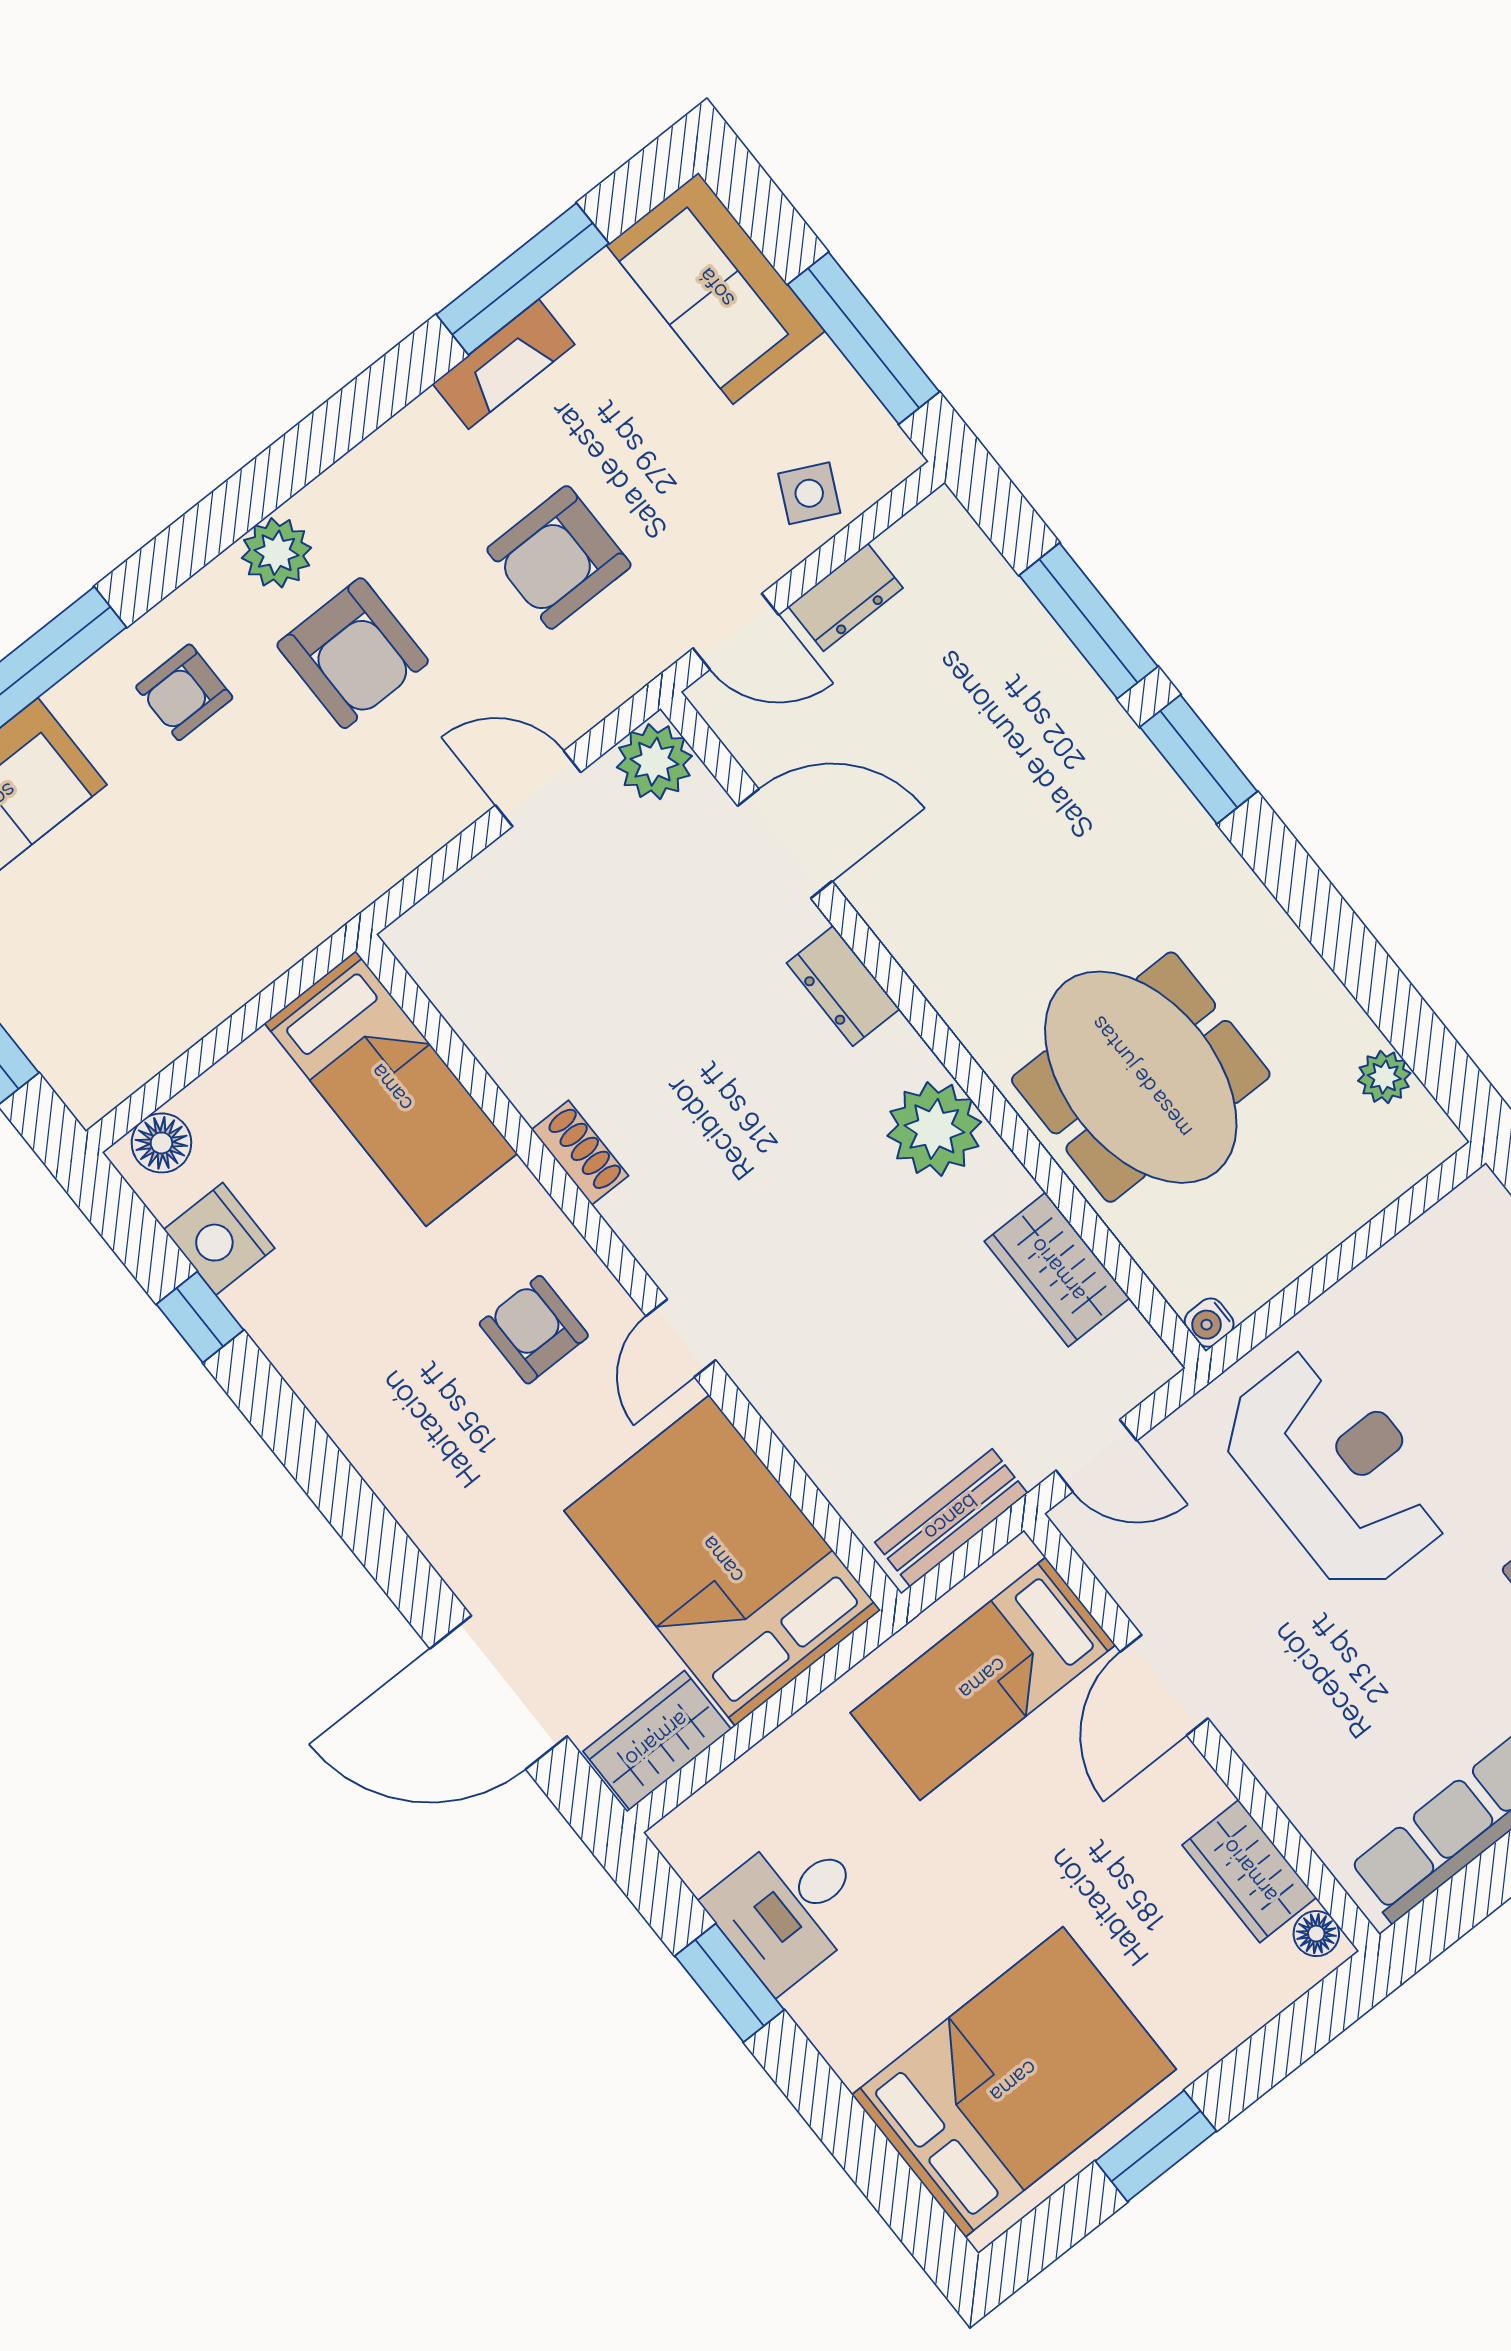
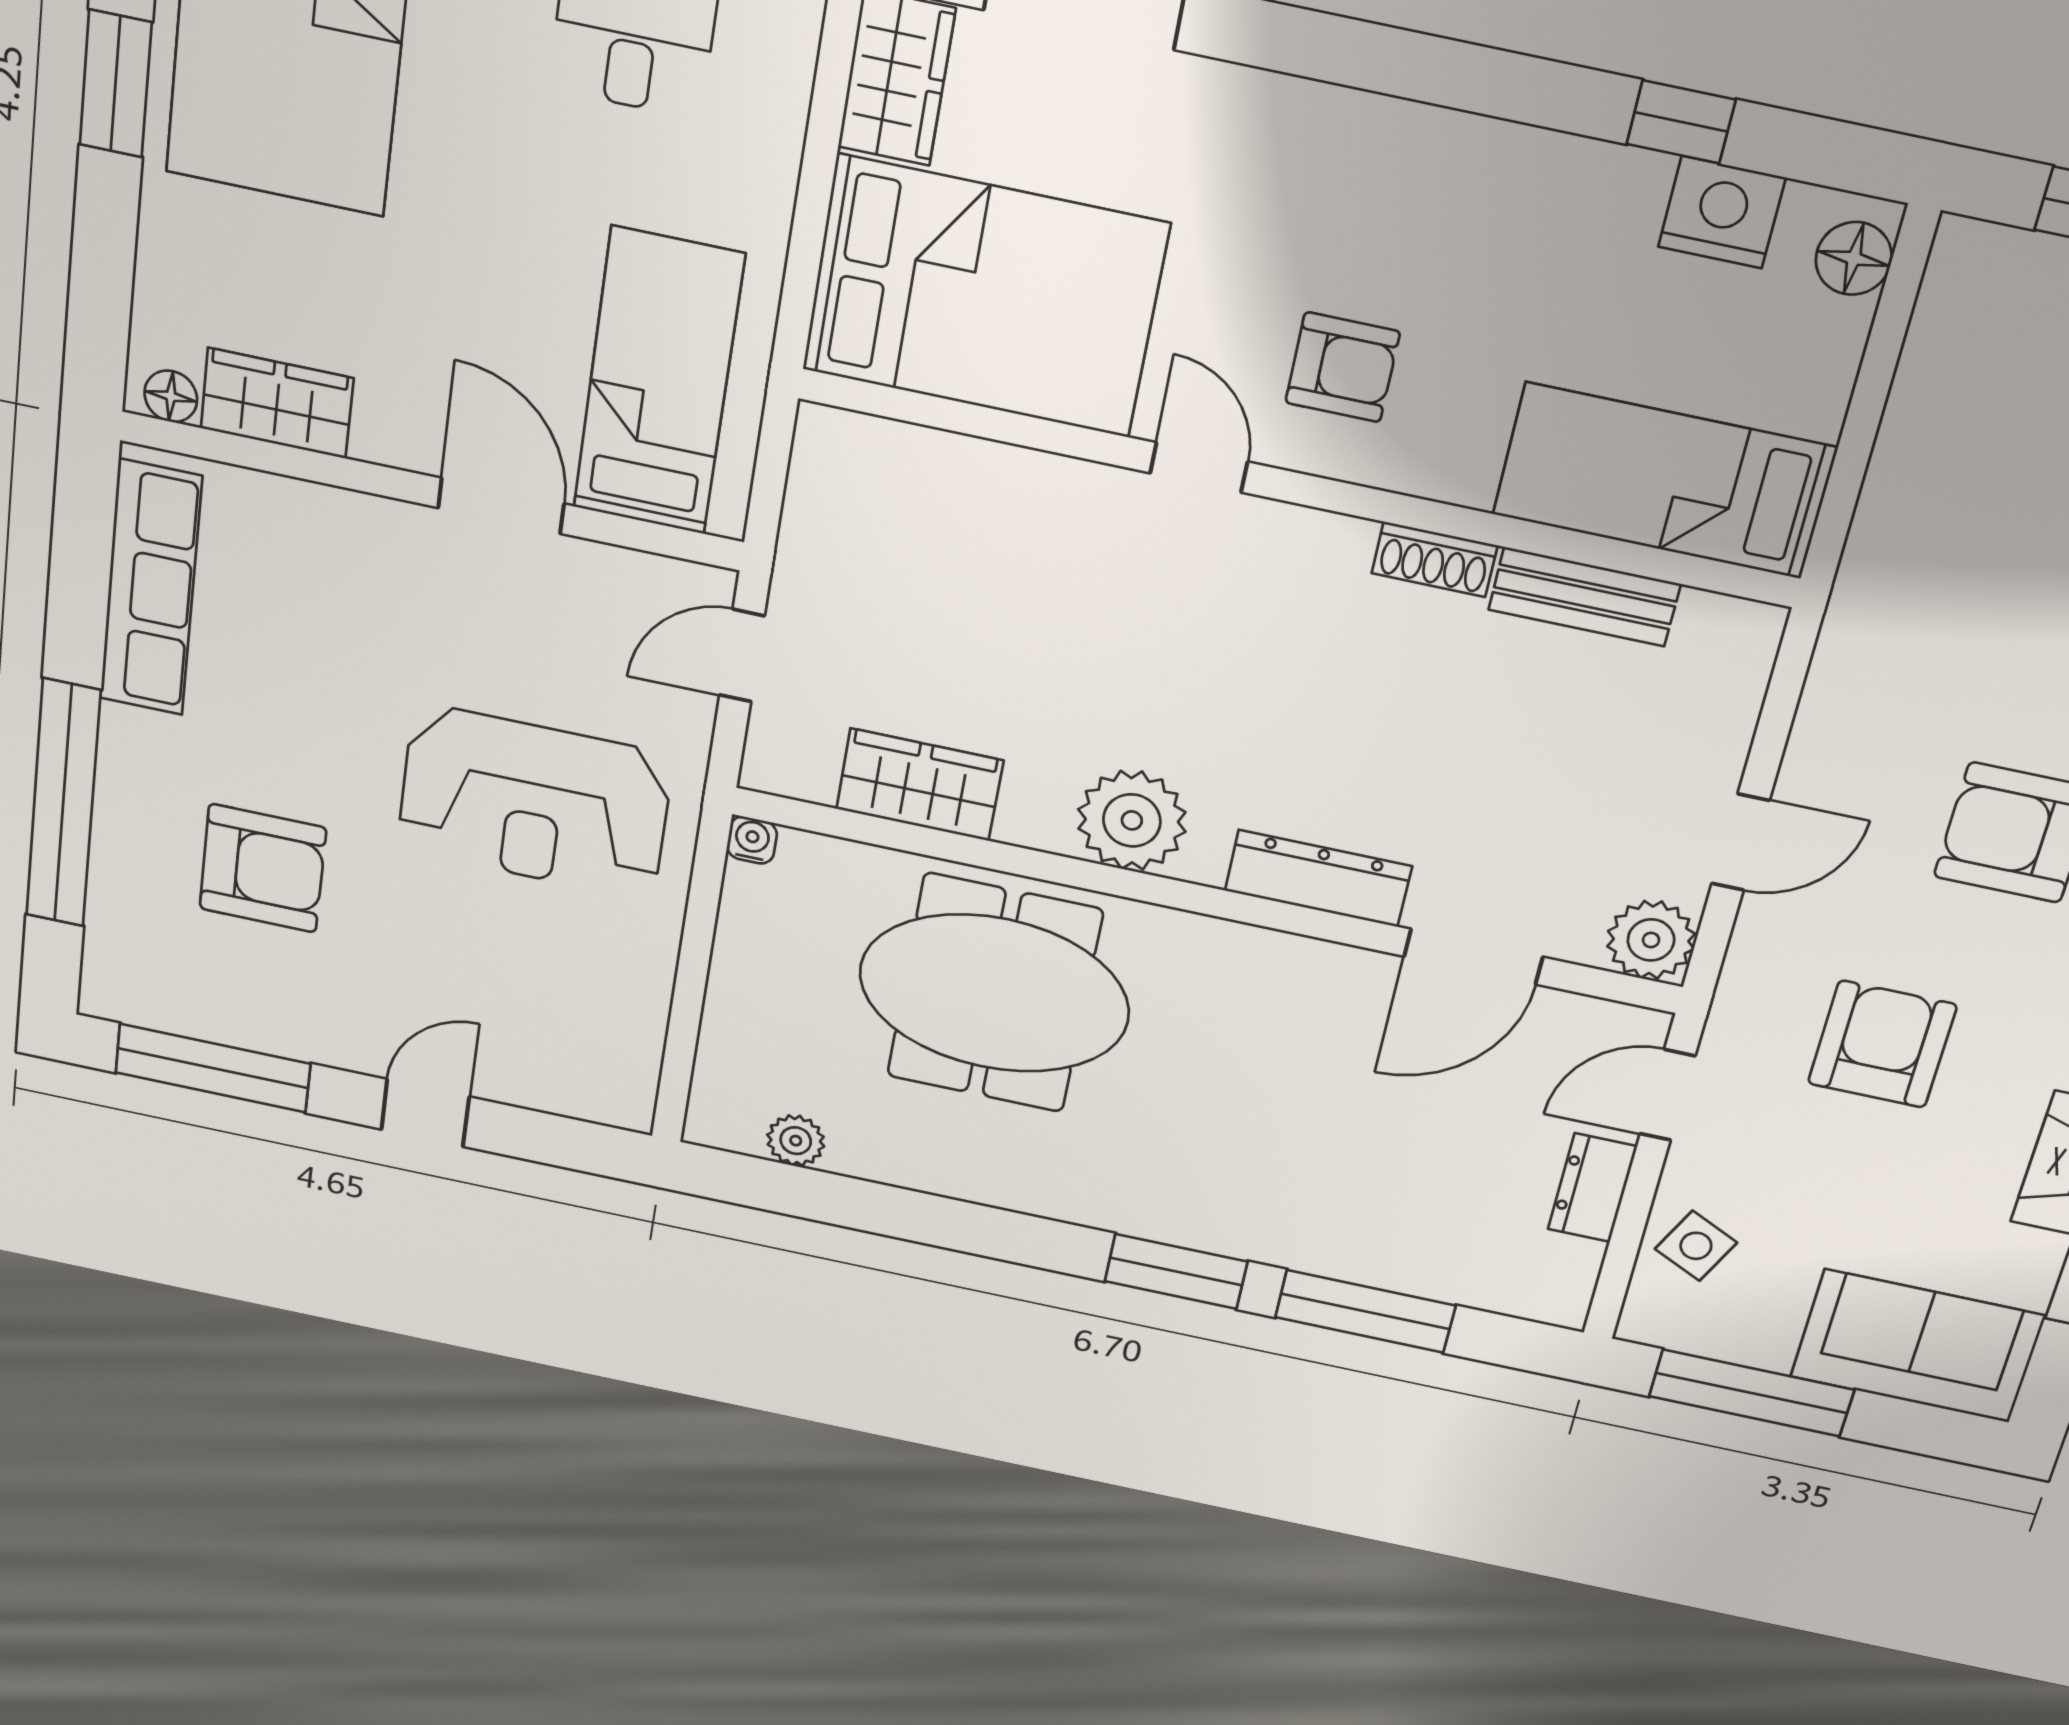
dresser: (843, 986) -> (1318, 878), width x1.44
bench: (951, 1518) -> (1584, 597), moved, turned 90

